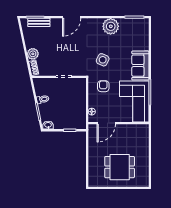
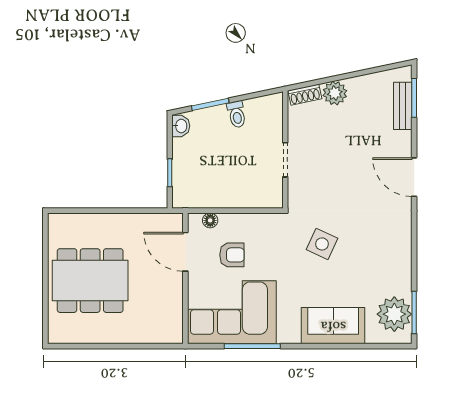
plant: (111, 26) -> (394, 314), moved
sofa: (140, 66) -> (333, 326), moved
armchair: (103, 86) -> (232, 255), moved
dining table: (120, 167) -> (90, 281), width x1.38

